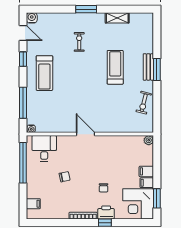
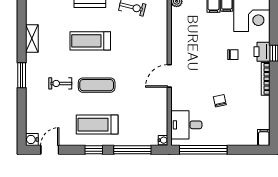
window: (23, 59) -> (94, 150), moved
treadmill: (44, 73) -> (97, 125), turned 180
exercise mat: (78, 73) -> (97, 85), added
filing cabinet: (33, 204) -> (264, 138), moved

